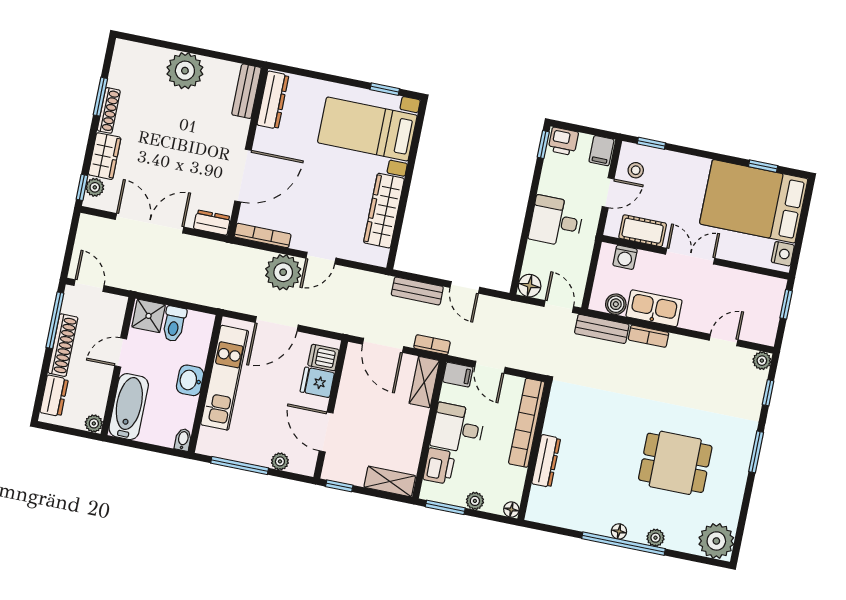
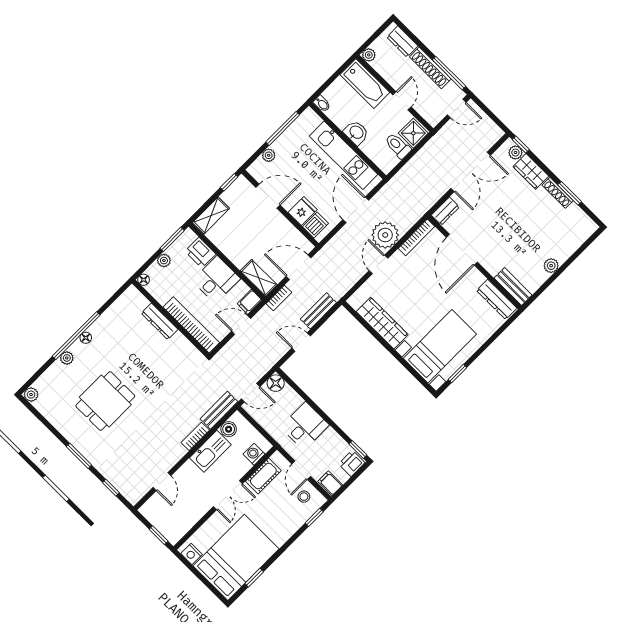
plant: (185, 71) -> (551, 266), width x0.53, depth x0.53
plant: (762, 361) -> (133, 497), removed
plant: (716, 541) -> (31, 395), width x0.53, depth x0.53

